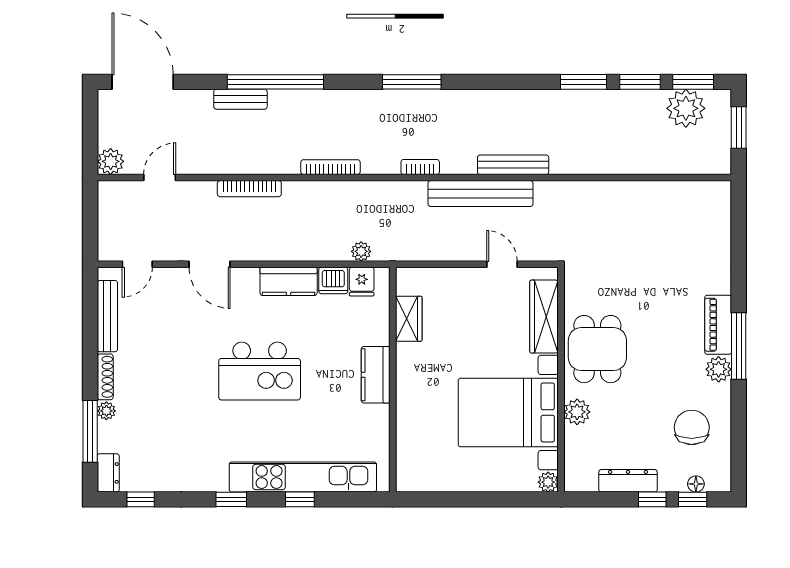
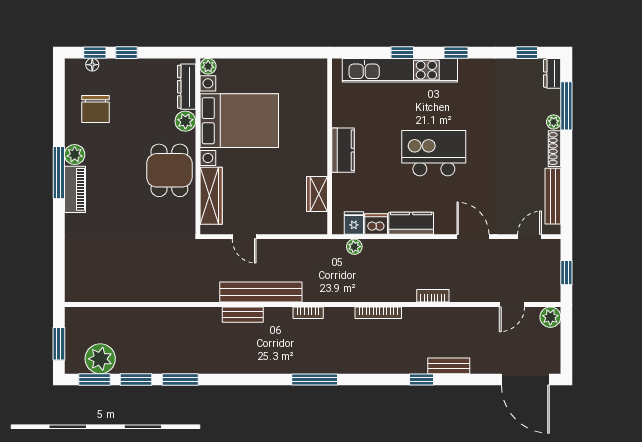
window: (275, 82) -> (421, 379), width x0.32
bench: (513, 165) -> (243, 315), width x0.73
bookcase: (249, 189) -> (433, 296), width x0.64
window: (90, 218) -> (566, 273), added
dresser: (628, 481) -> (187, 87), moved, turned 90

